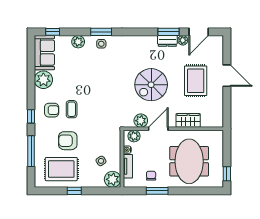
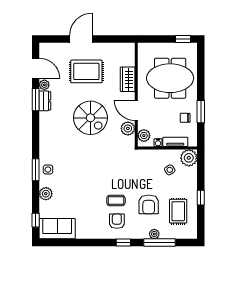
plant: (43, 80) -> (154, 234), moved, width x0.53, depth x0.53
rug: (61, 169) -> (178, 211), width x0.73, depth x0.70

